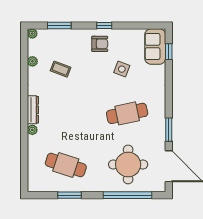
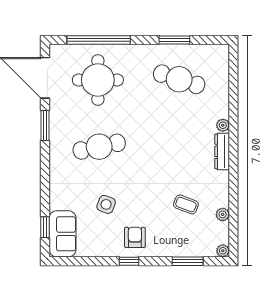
armchair: (100, 44) -> (135, 237), turned 90

